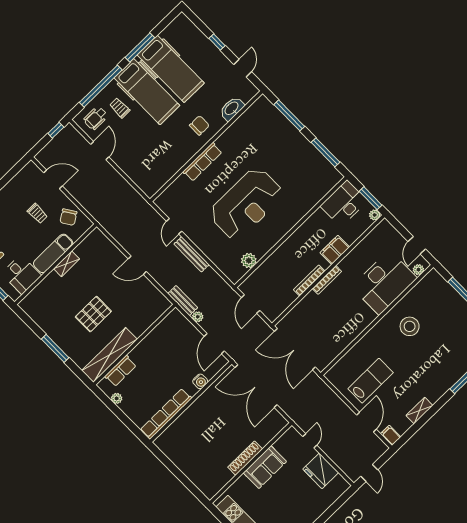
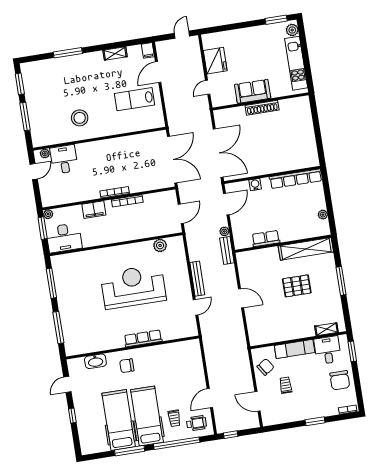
shelving: (67, 264) -> (326, 329), moved
desk: (384, 283) -> (64, 159), width x0.53, depth x0.77
row of seats: (120, 371) -> (266, 239), moved

